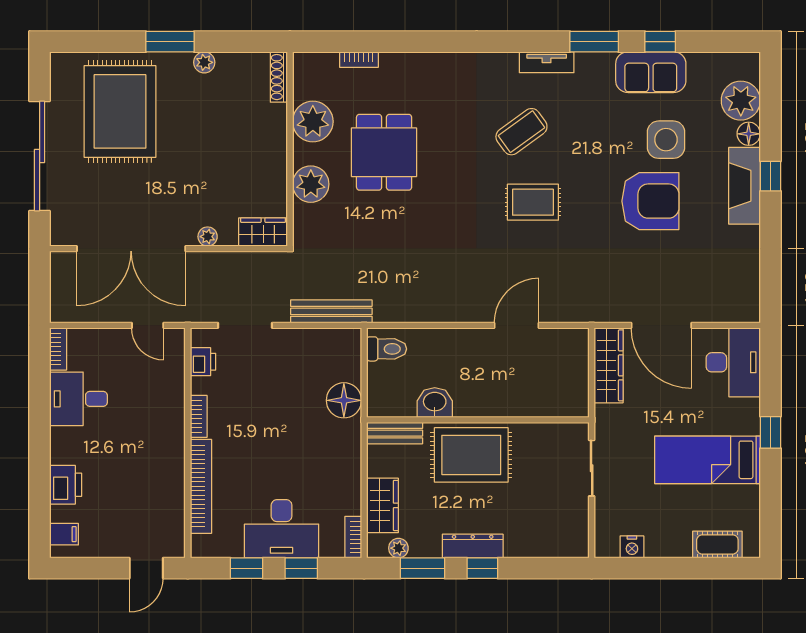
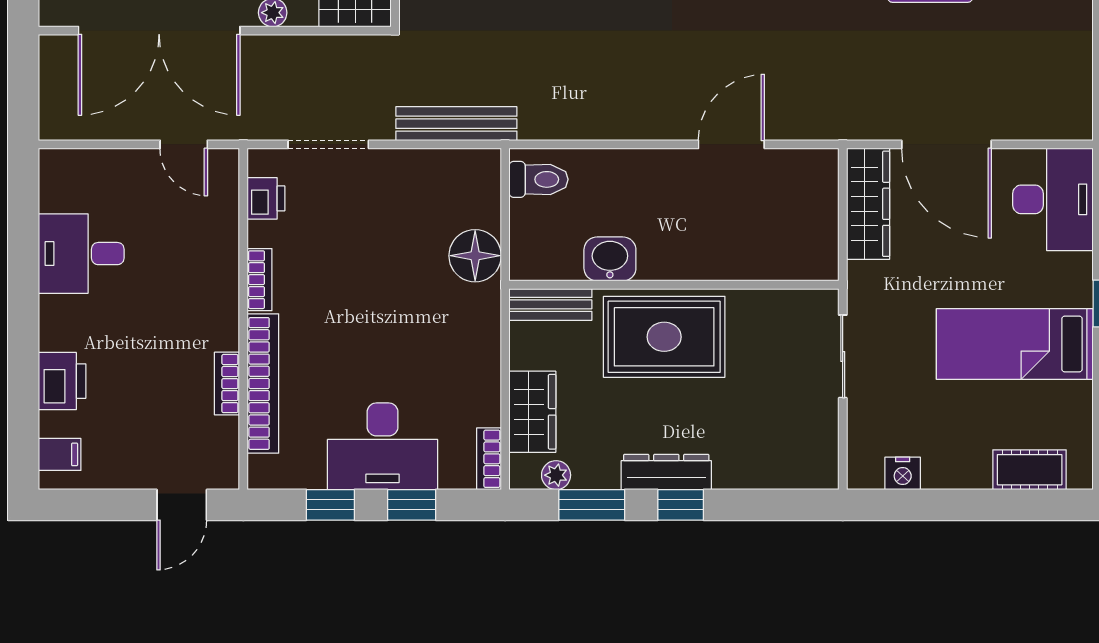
bookcase: (58, 349) -> (227, 384), moved, turned 180

